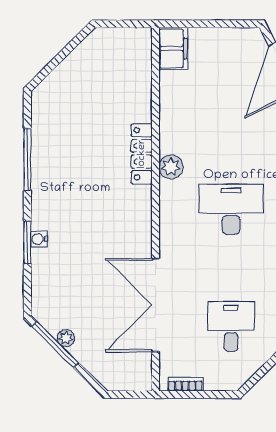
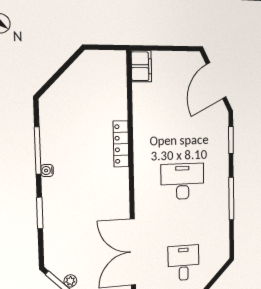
plant: (171, 167) -> (142, 153), removed
water cooler: (39, 239) -> (47, 170), moved

